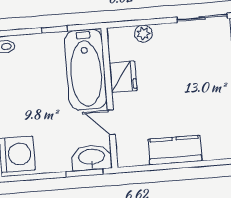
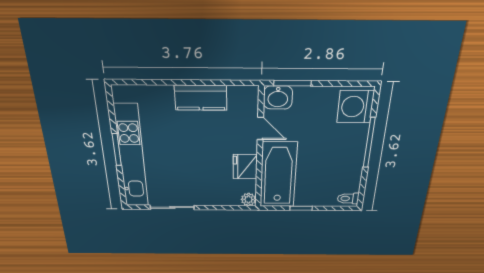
plant: (143, 34) -> (249, 199), moved
washbasin: (92, 158) -> (278, 97), width x0.72

